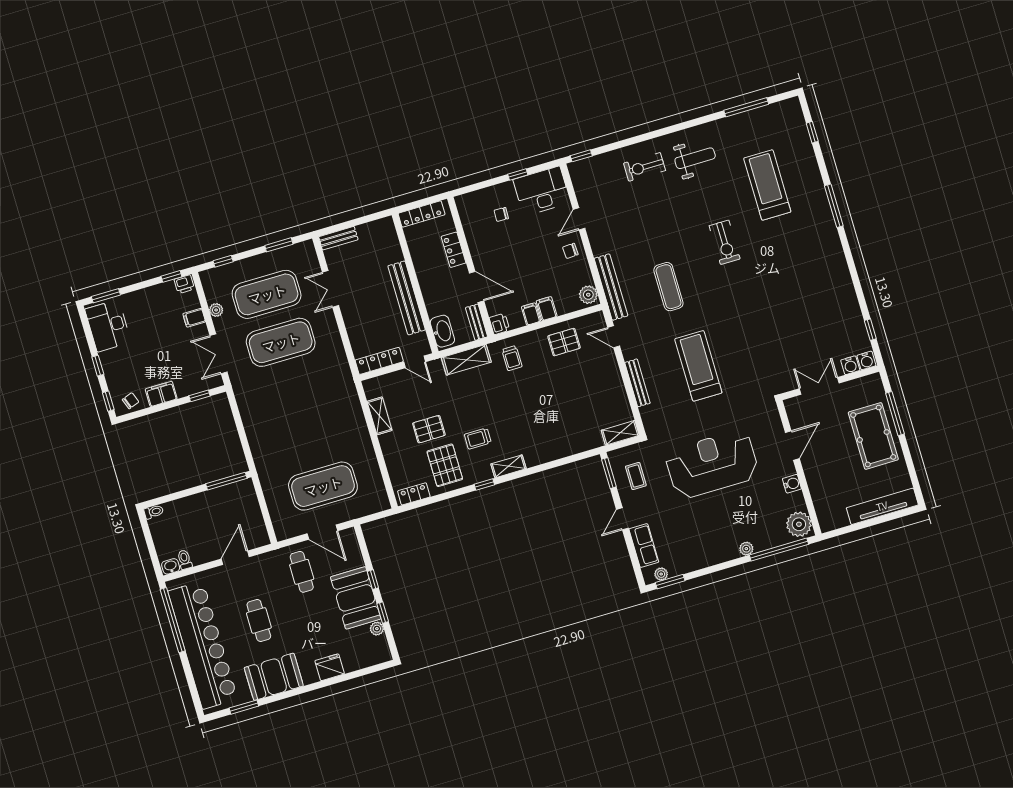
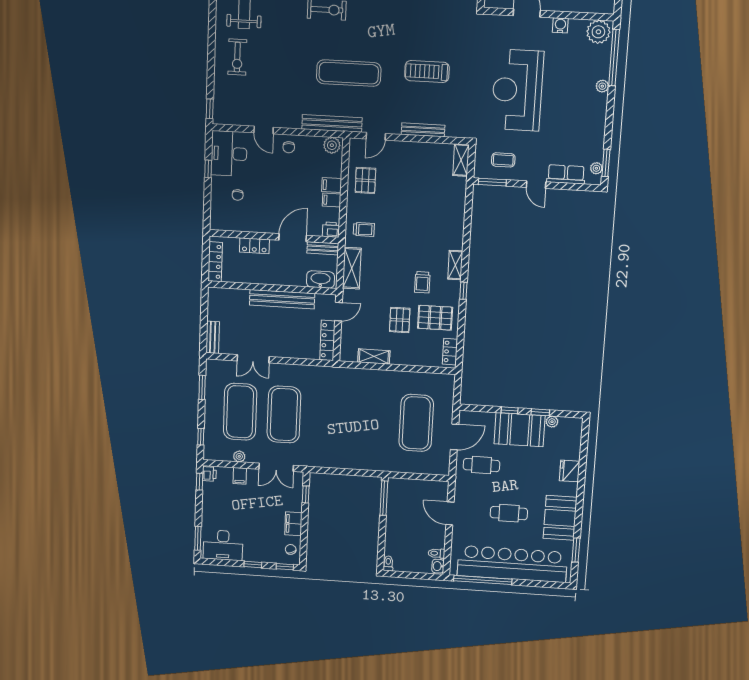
exercise mat: (668, 287) -> (349, 73), width x1.36, depth x1.45
treadmill: (698, 366) -> (427, 71), width x0.73, depth x0.73

